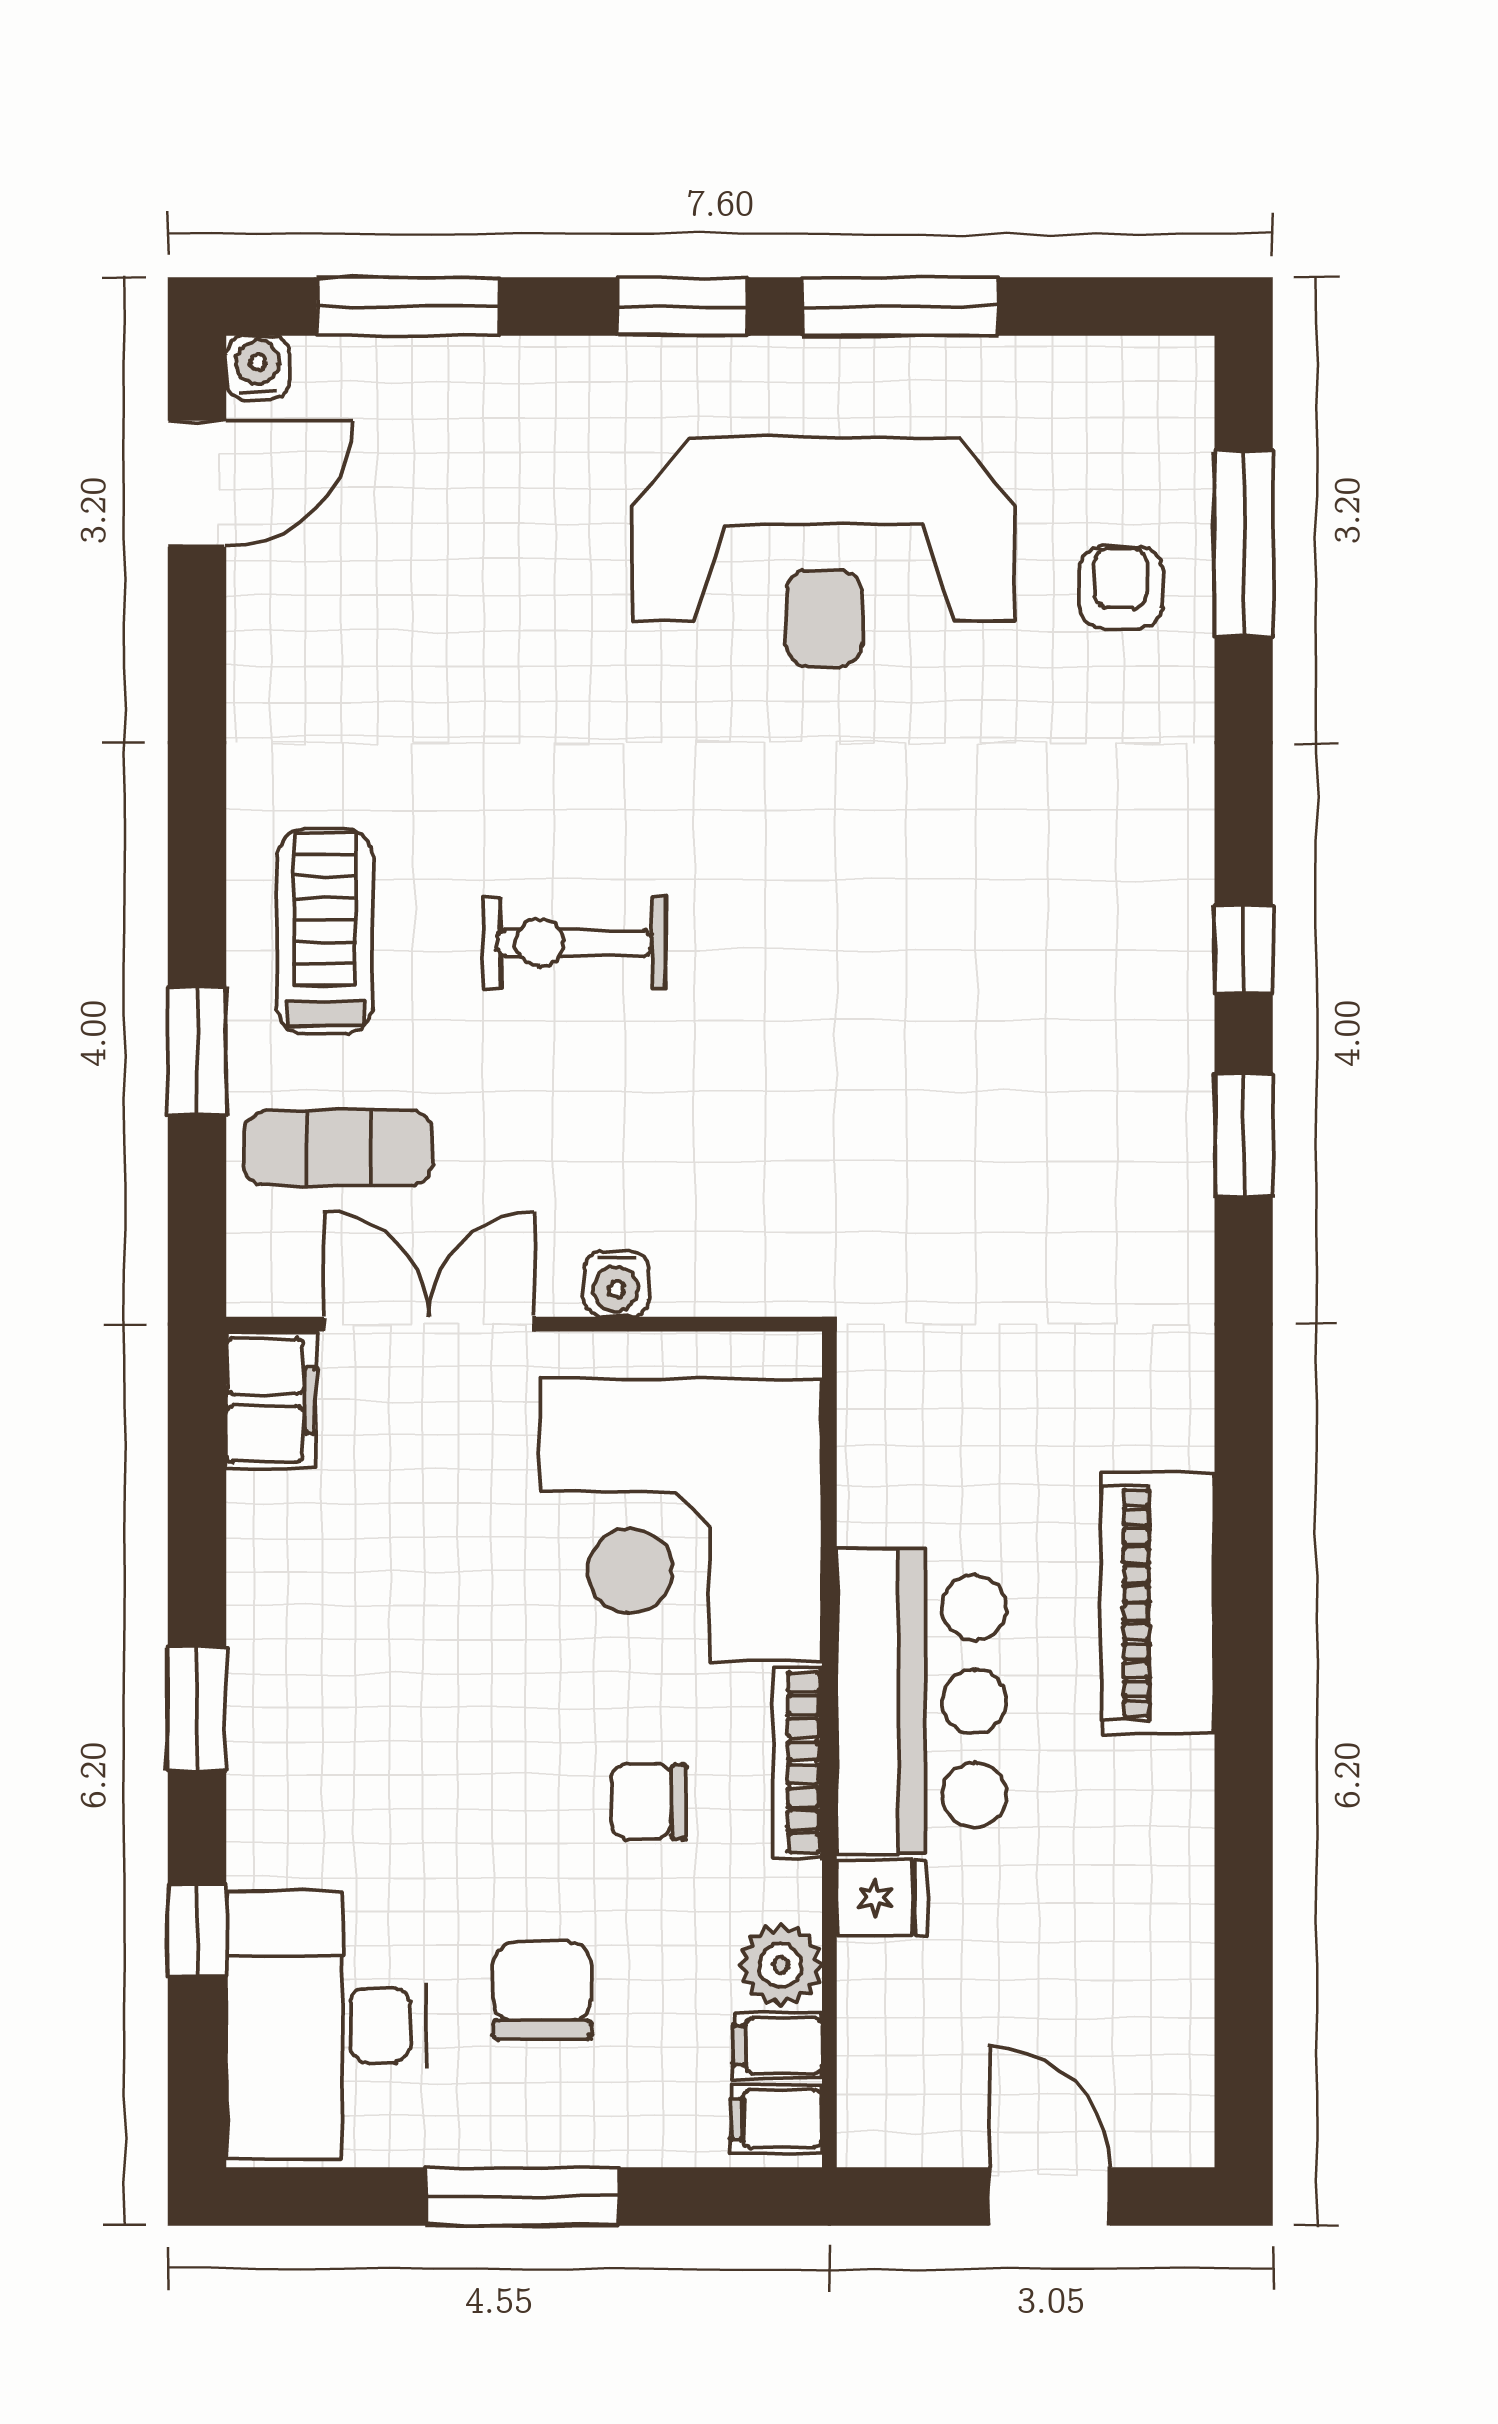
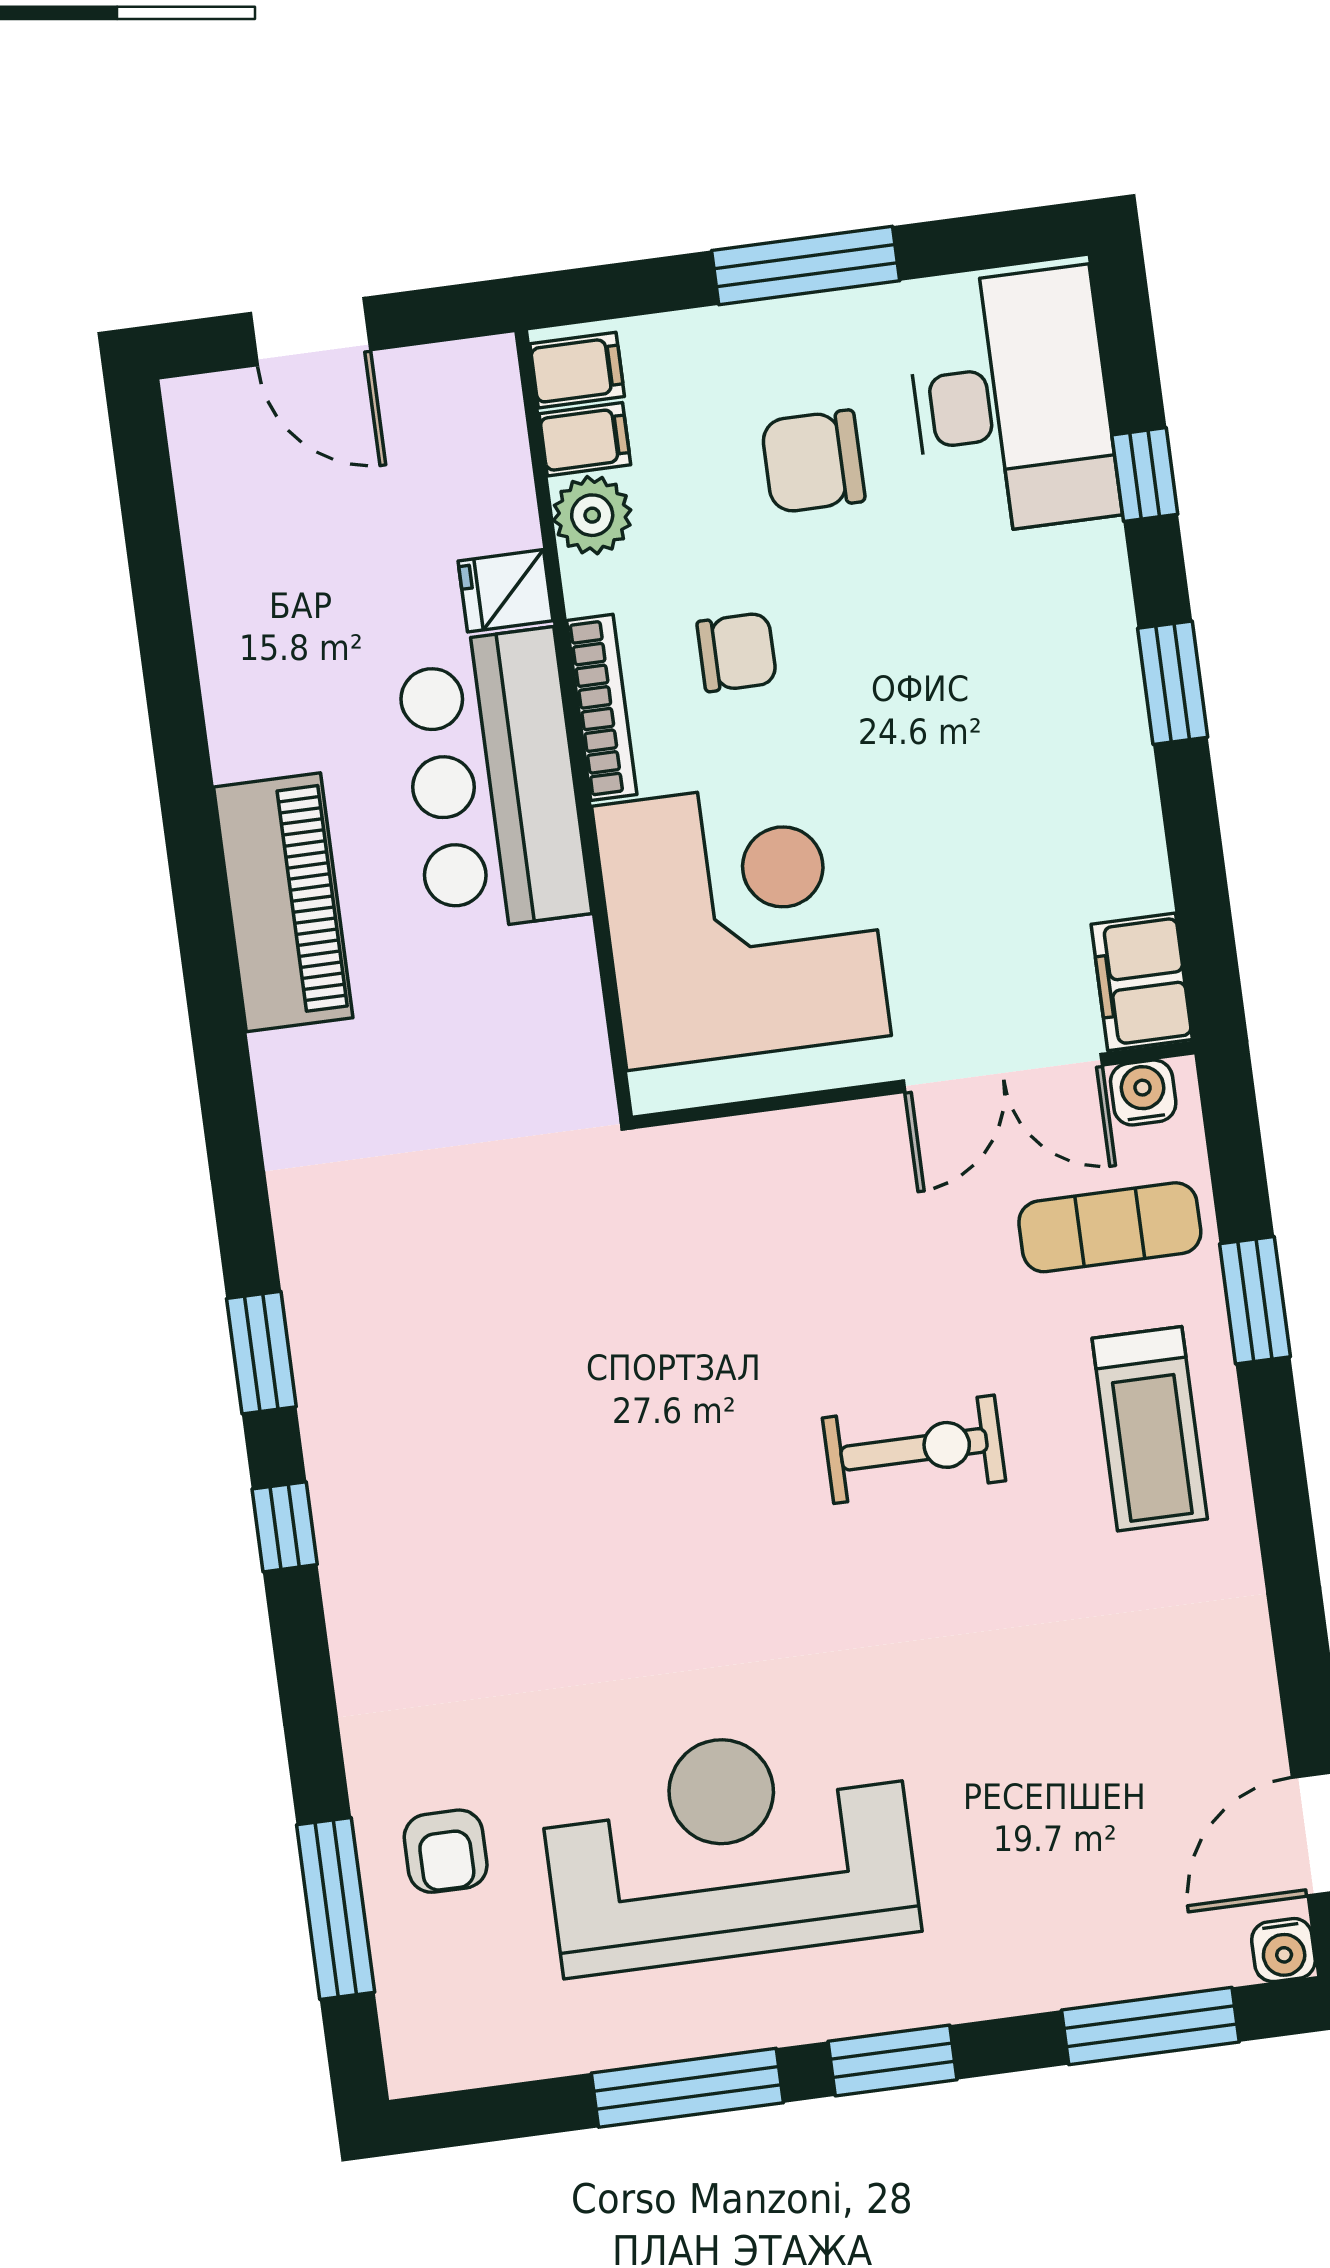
water cooler: (616, 1284) -> (1143, 1093), moved
chair: (542, 1990) -> (813, 461), turned 90

